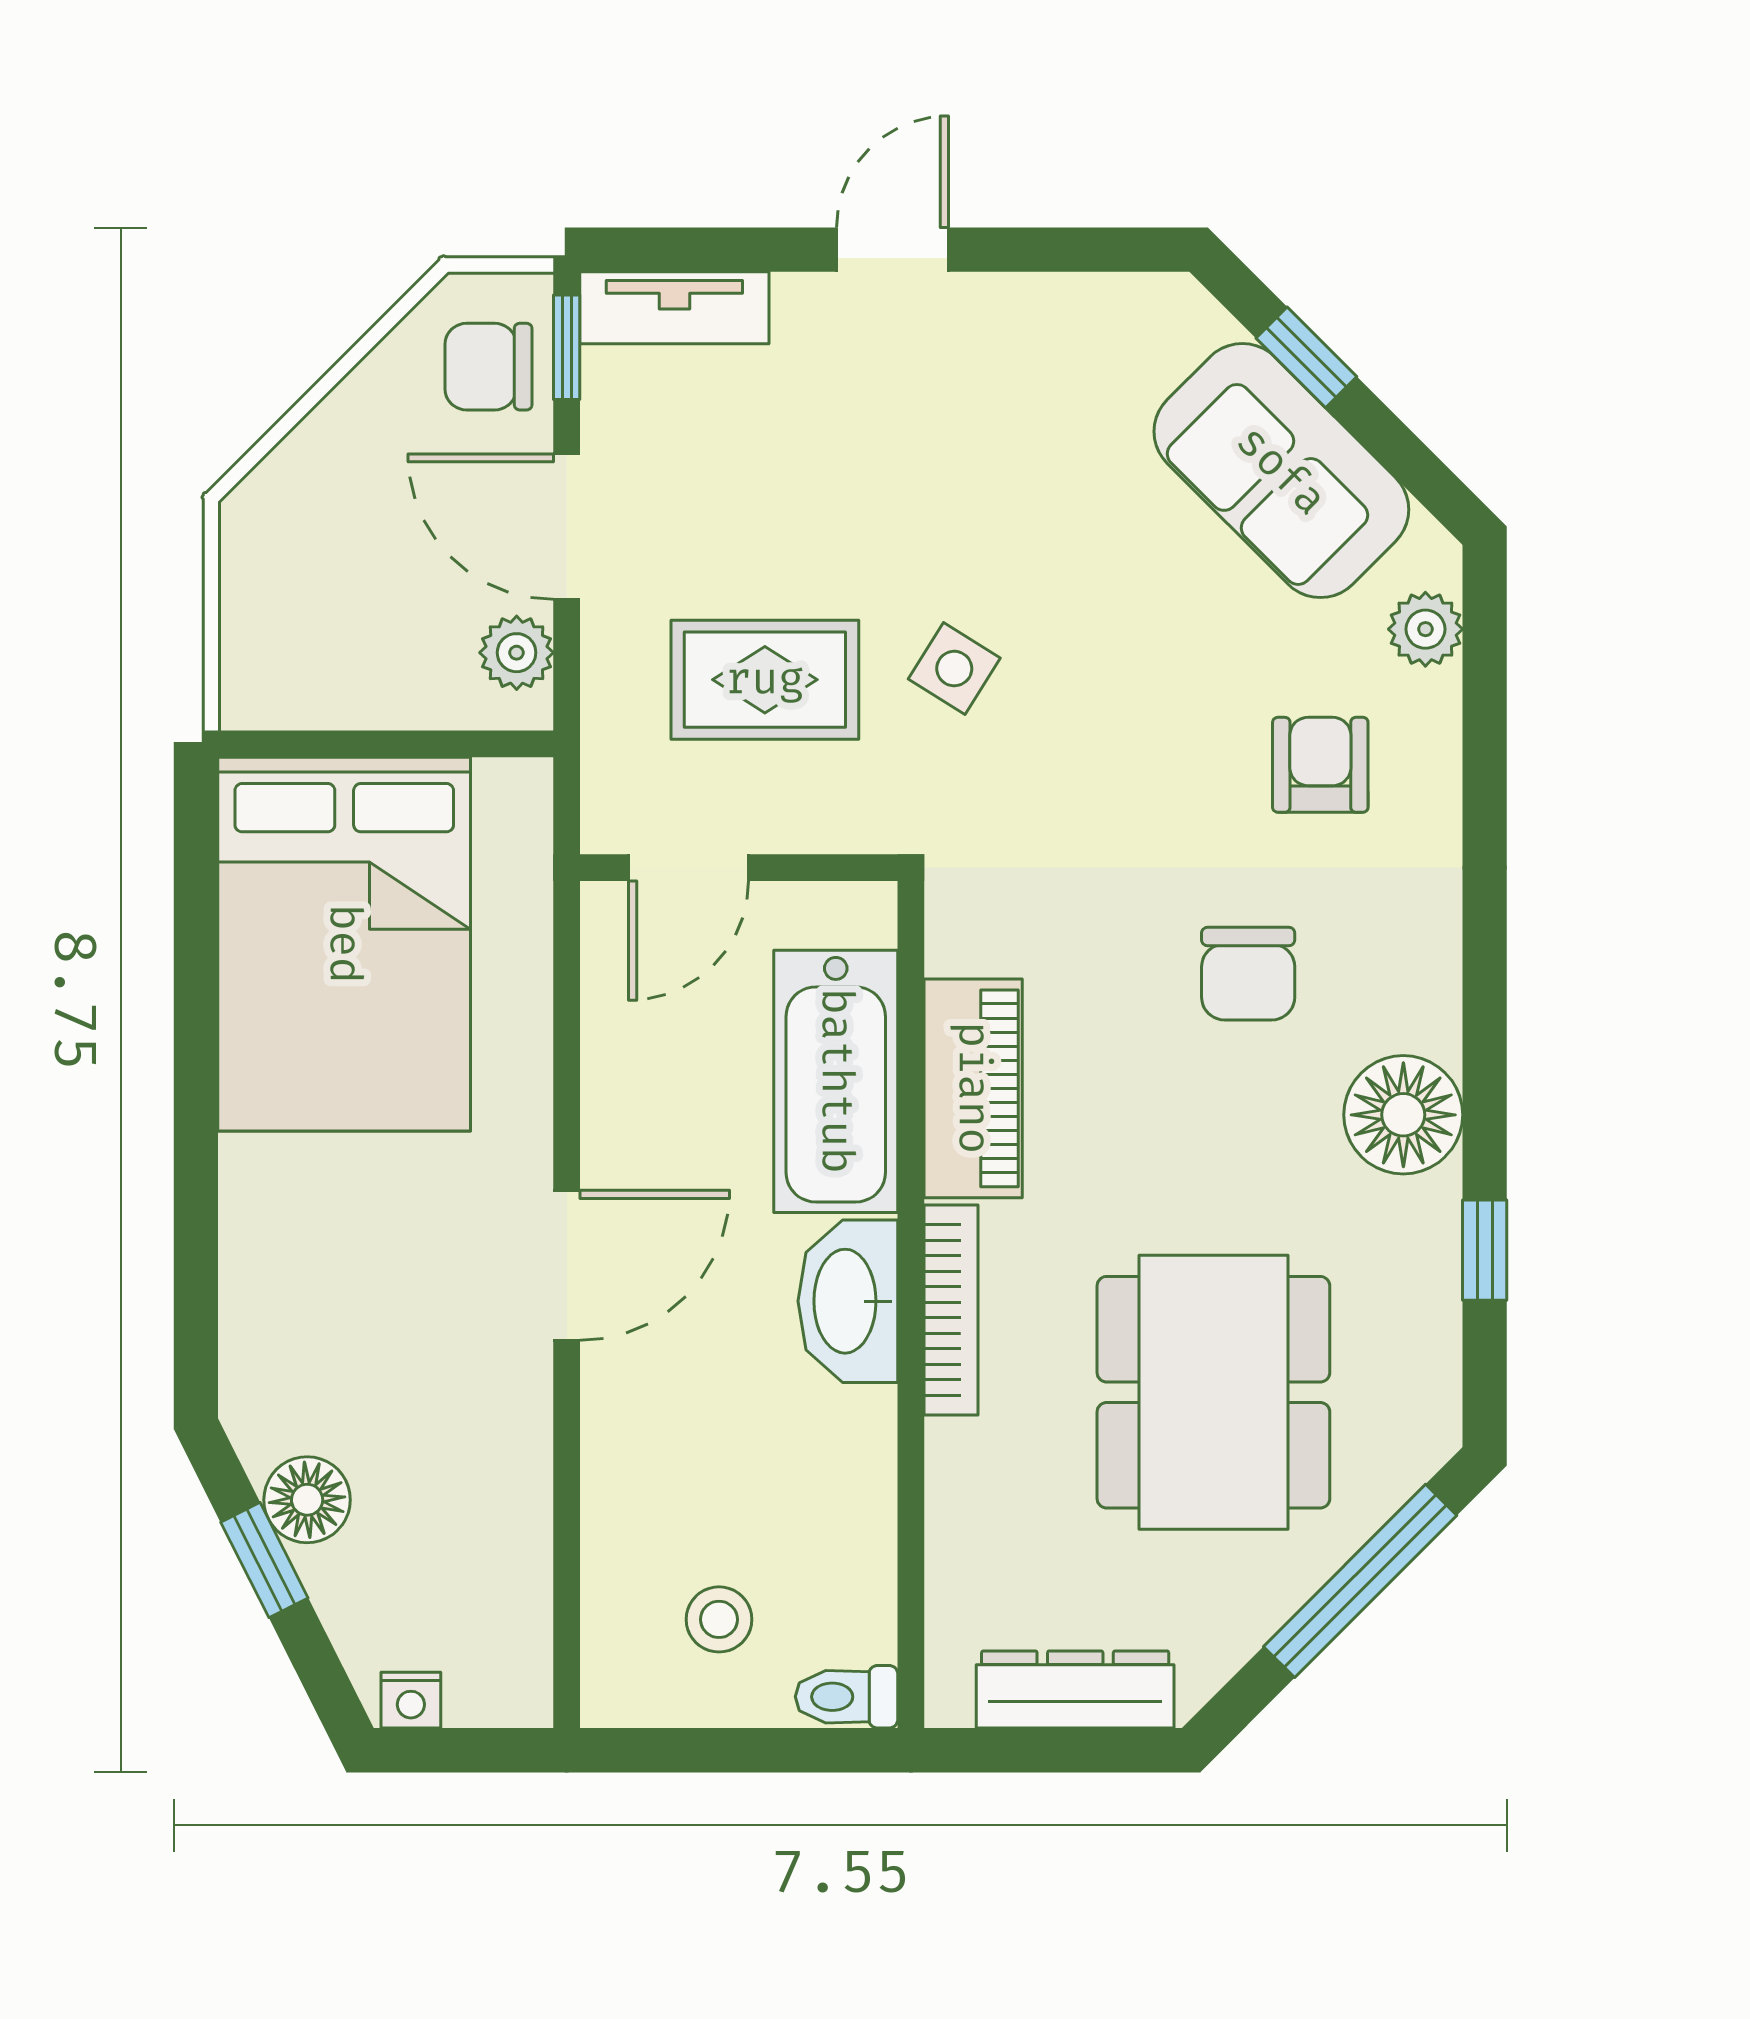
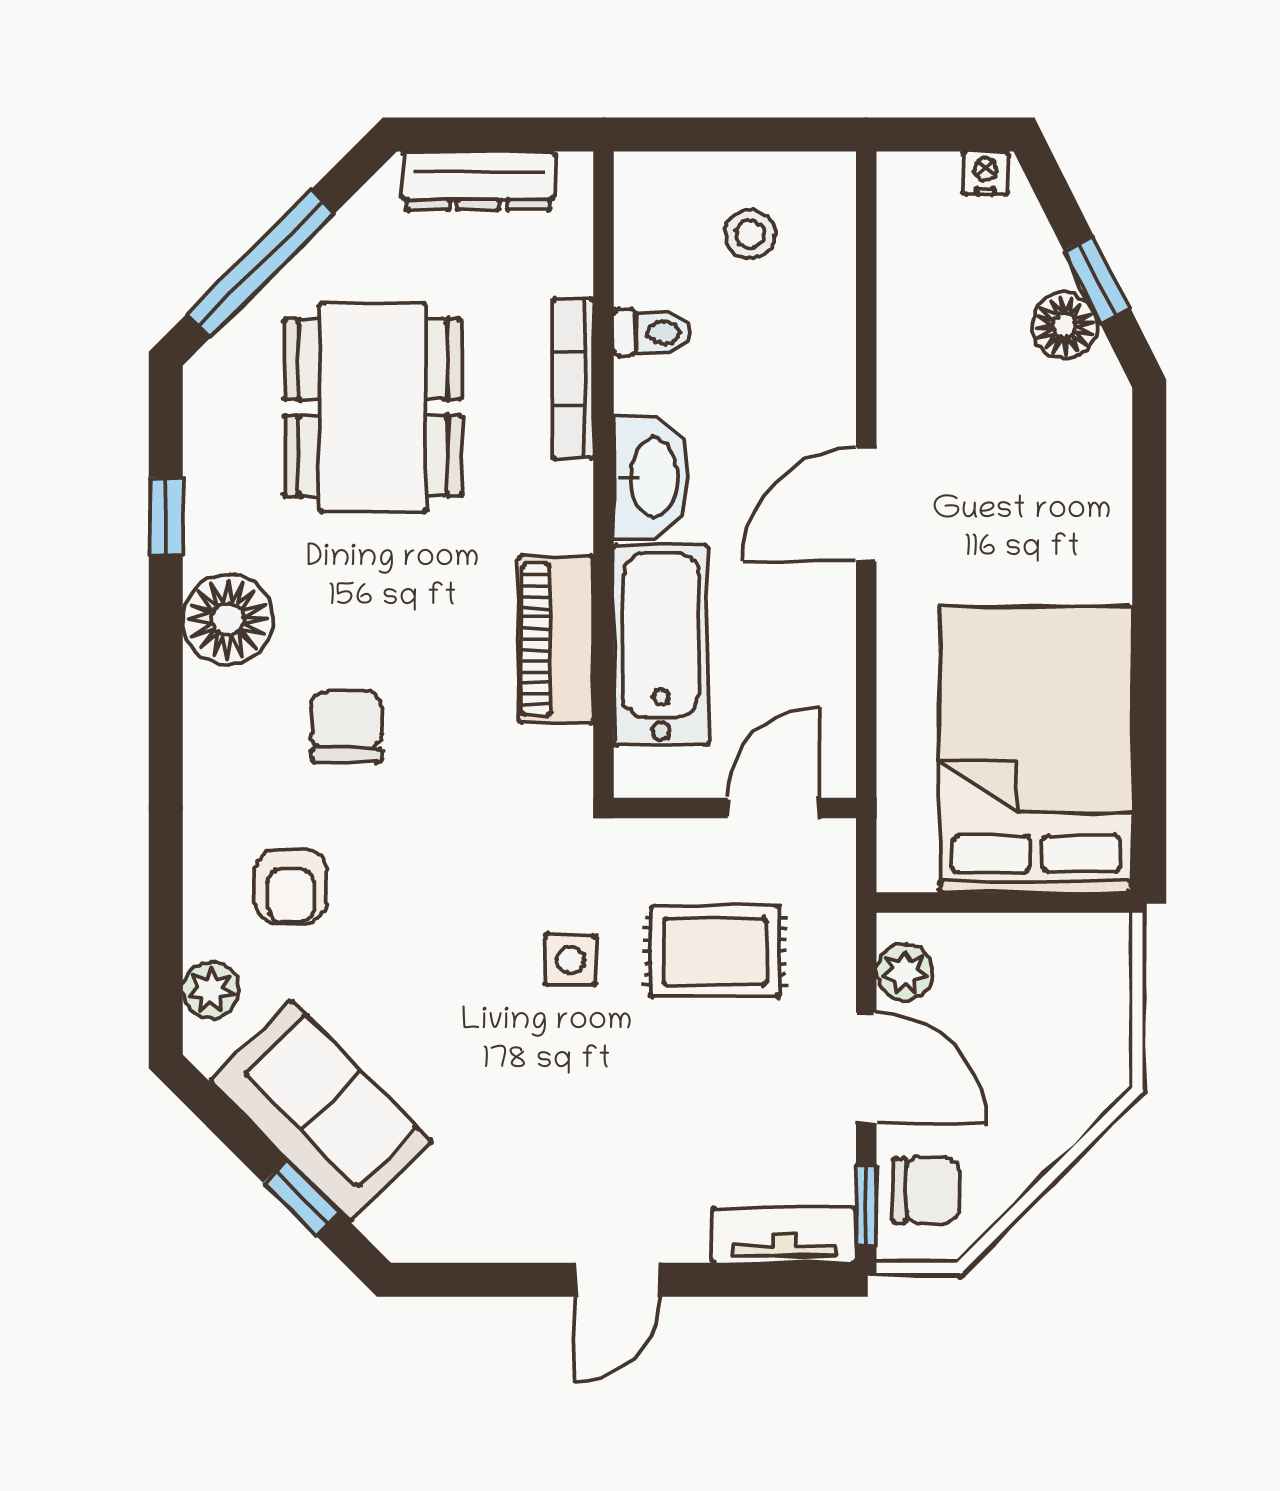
side table: (954, 669) -> (570, 960), turned -32
bookcase: (951, 1310) -> (573, 379), moved
toilet: (847, 1697) -> (653, 332), moved

